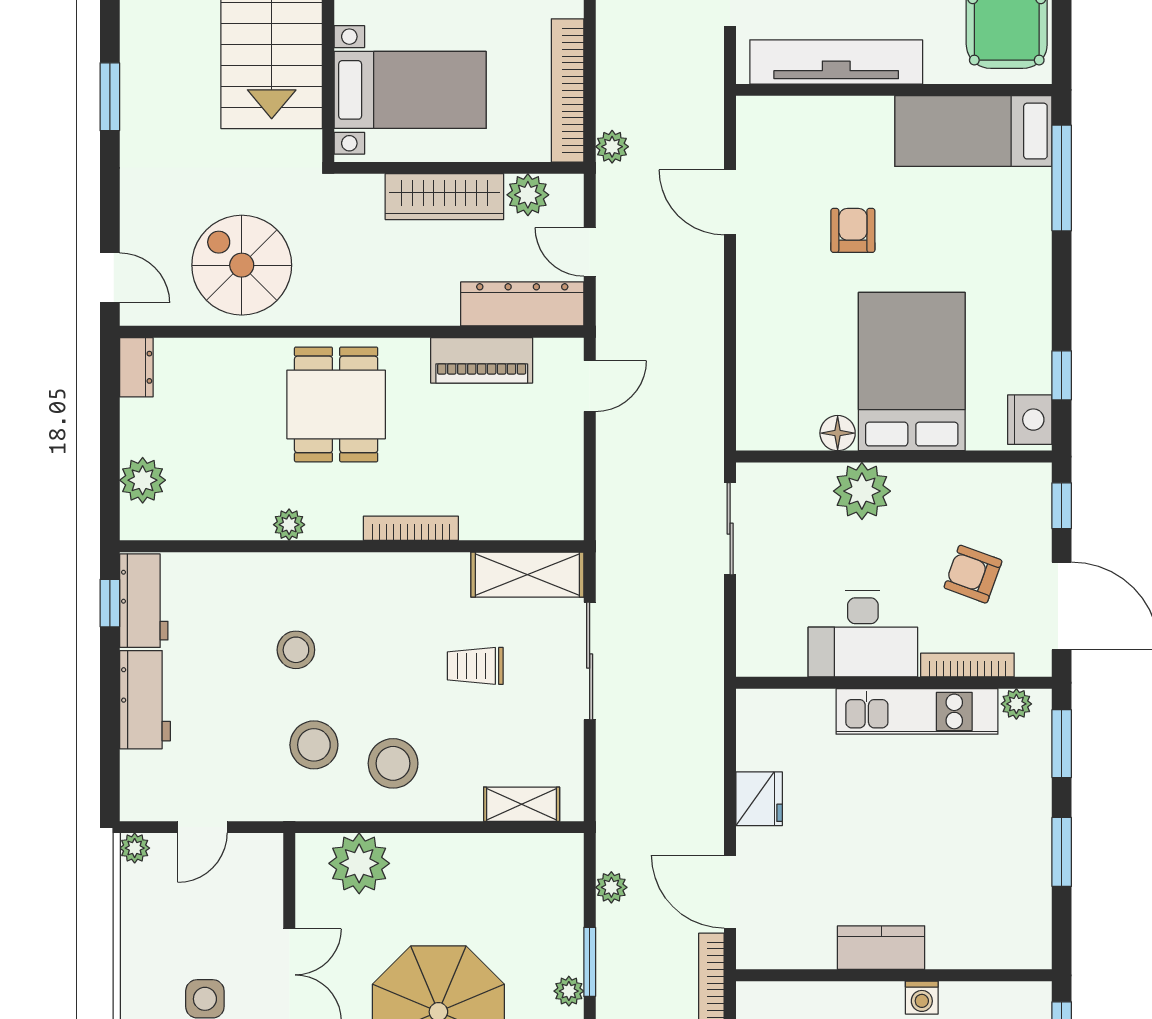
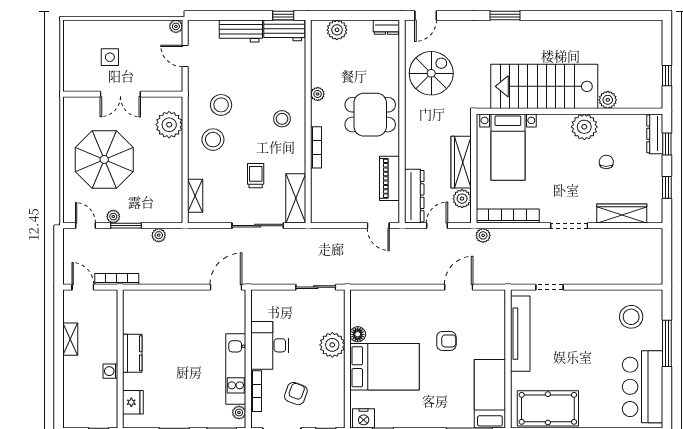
stool: (296, 650) -> (282, 119), moved
fridge: (759, 799) -> (133, 402), moved, turned -90
door: (730, 892) -> (226, 287), moved

